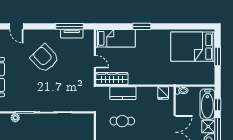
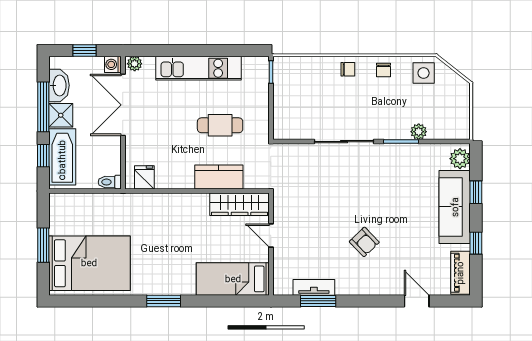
window: (69, 26) -> (318, 301), width x0.69
window: (142, 26) -> (164, 301), moved
armchair: (45, 58) -> (364, 242), width x0.53, depth x0.53

